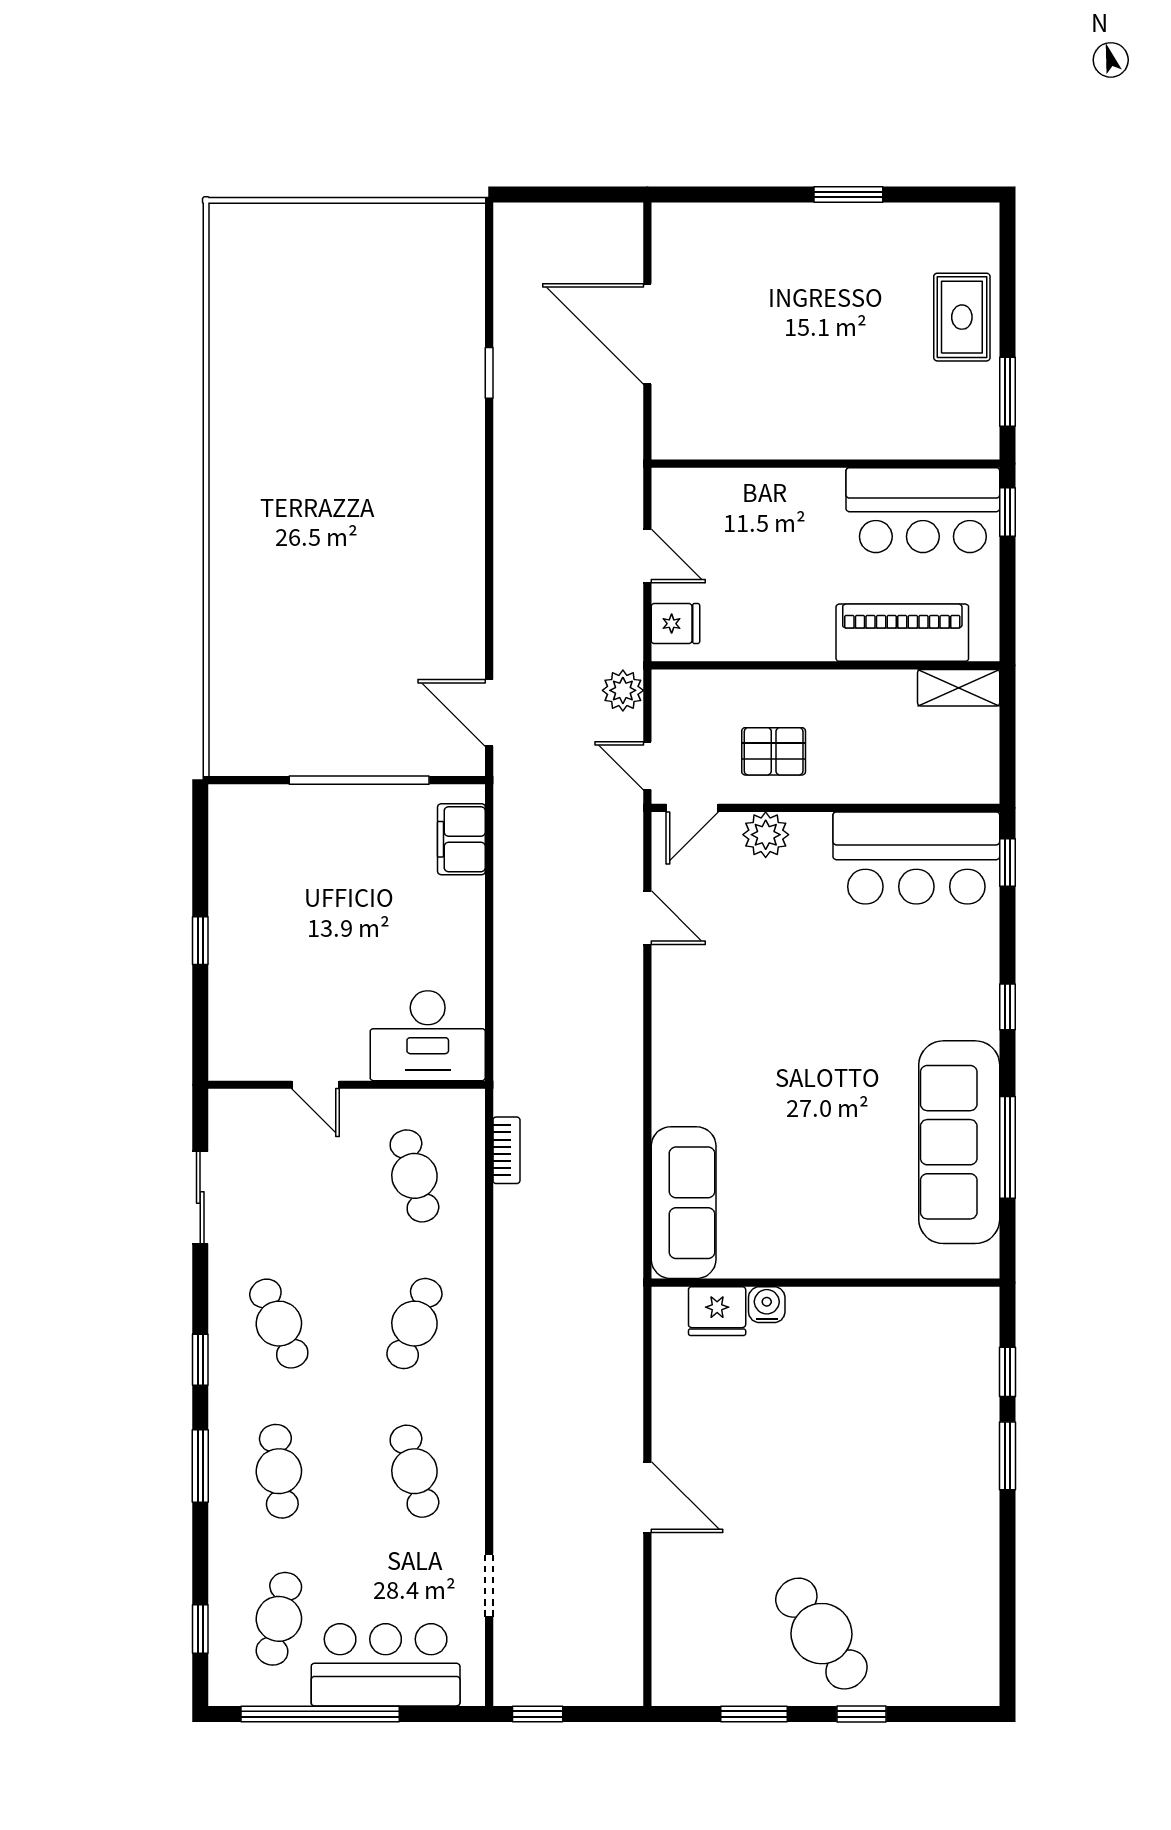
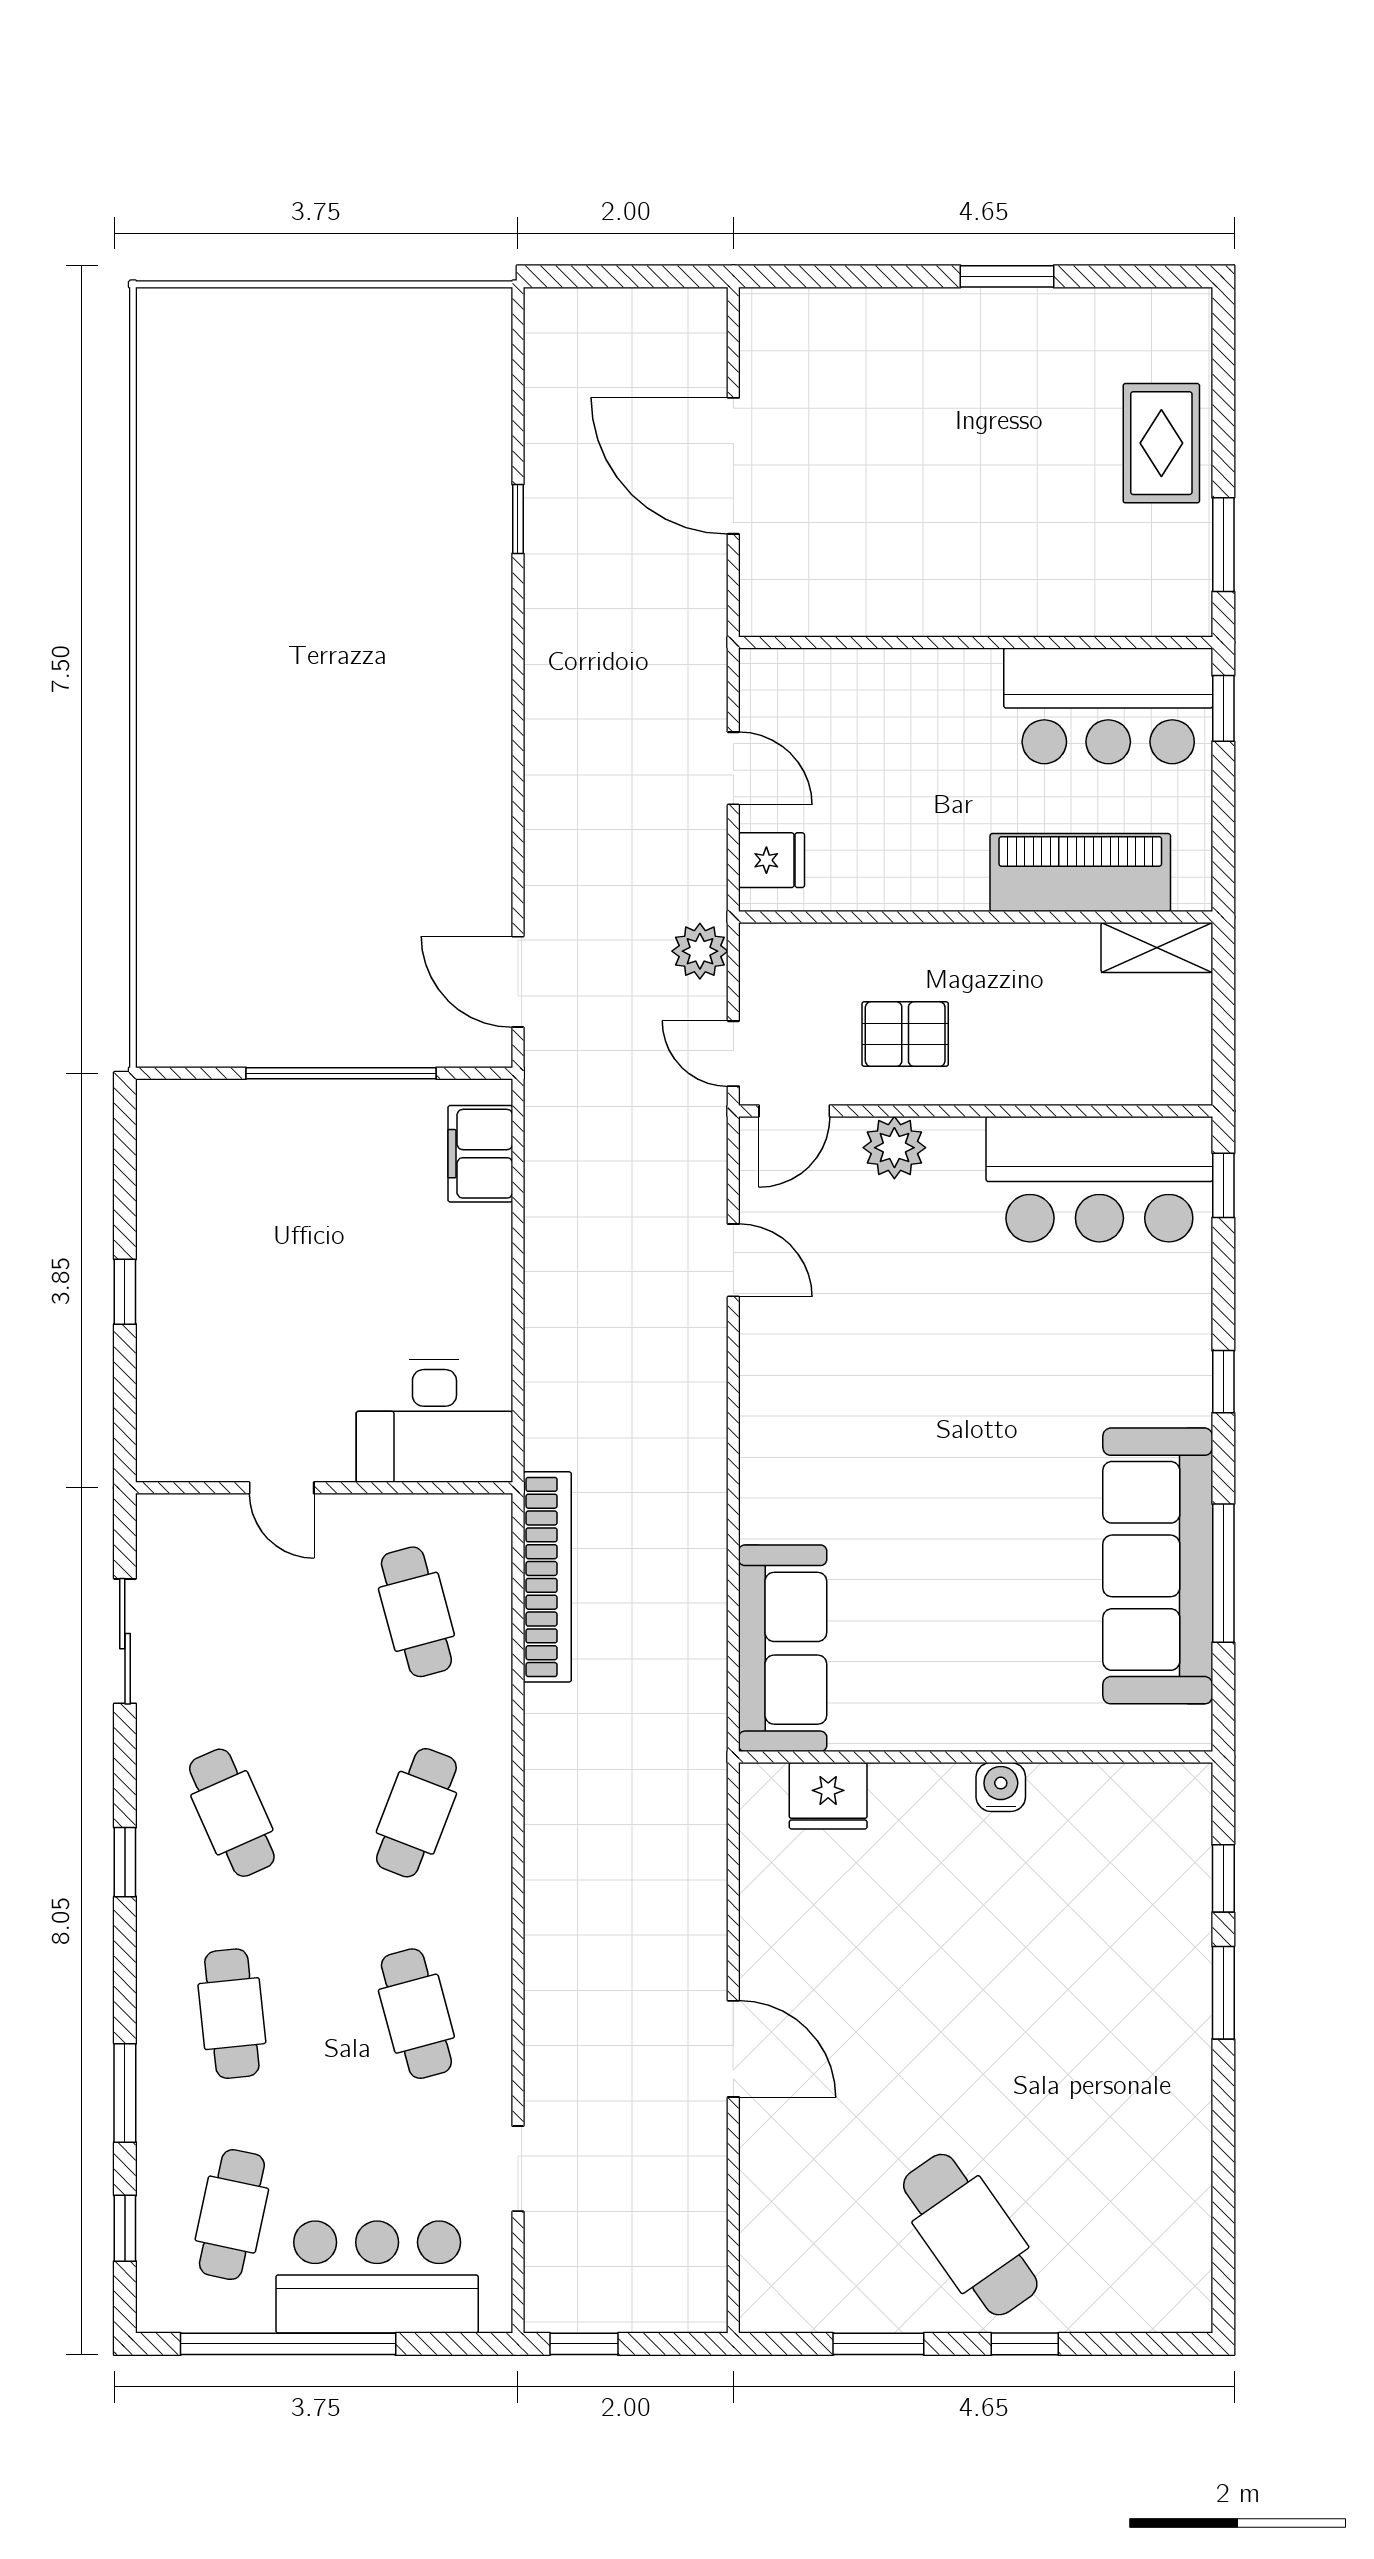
bookcase: (506, 1150) -> (547, 1577), width x2.31, depth x1.31
water cooler: (767, 1305) -> (1001, 1787), moved
window: (200, 1466) -> (125, 2093), moved

